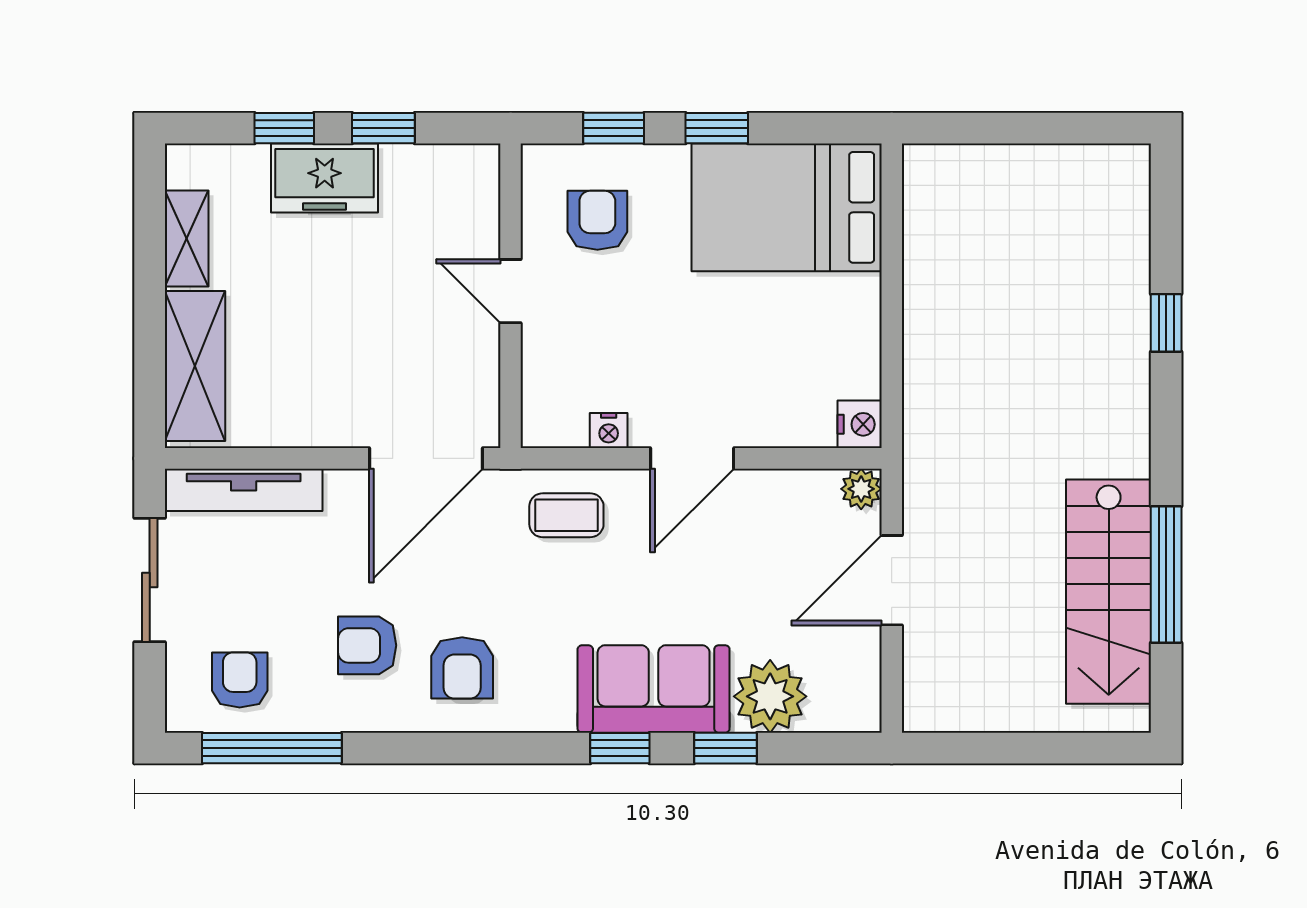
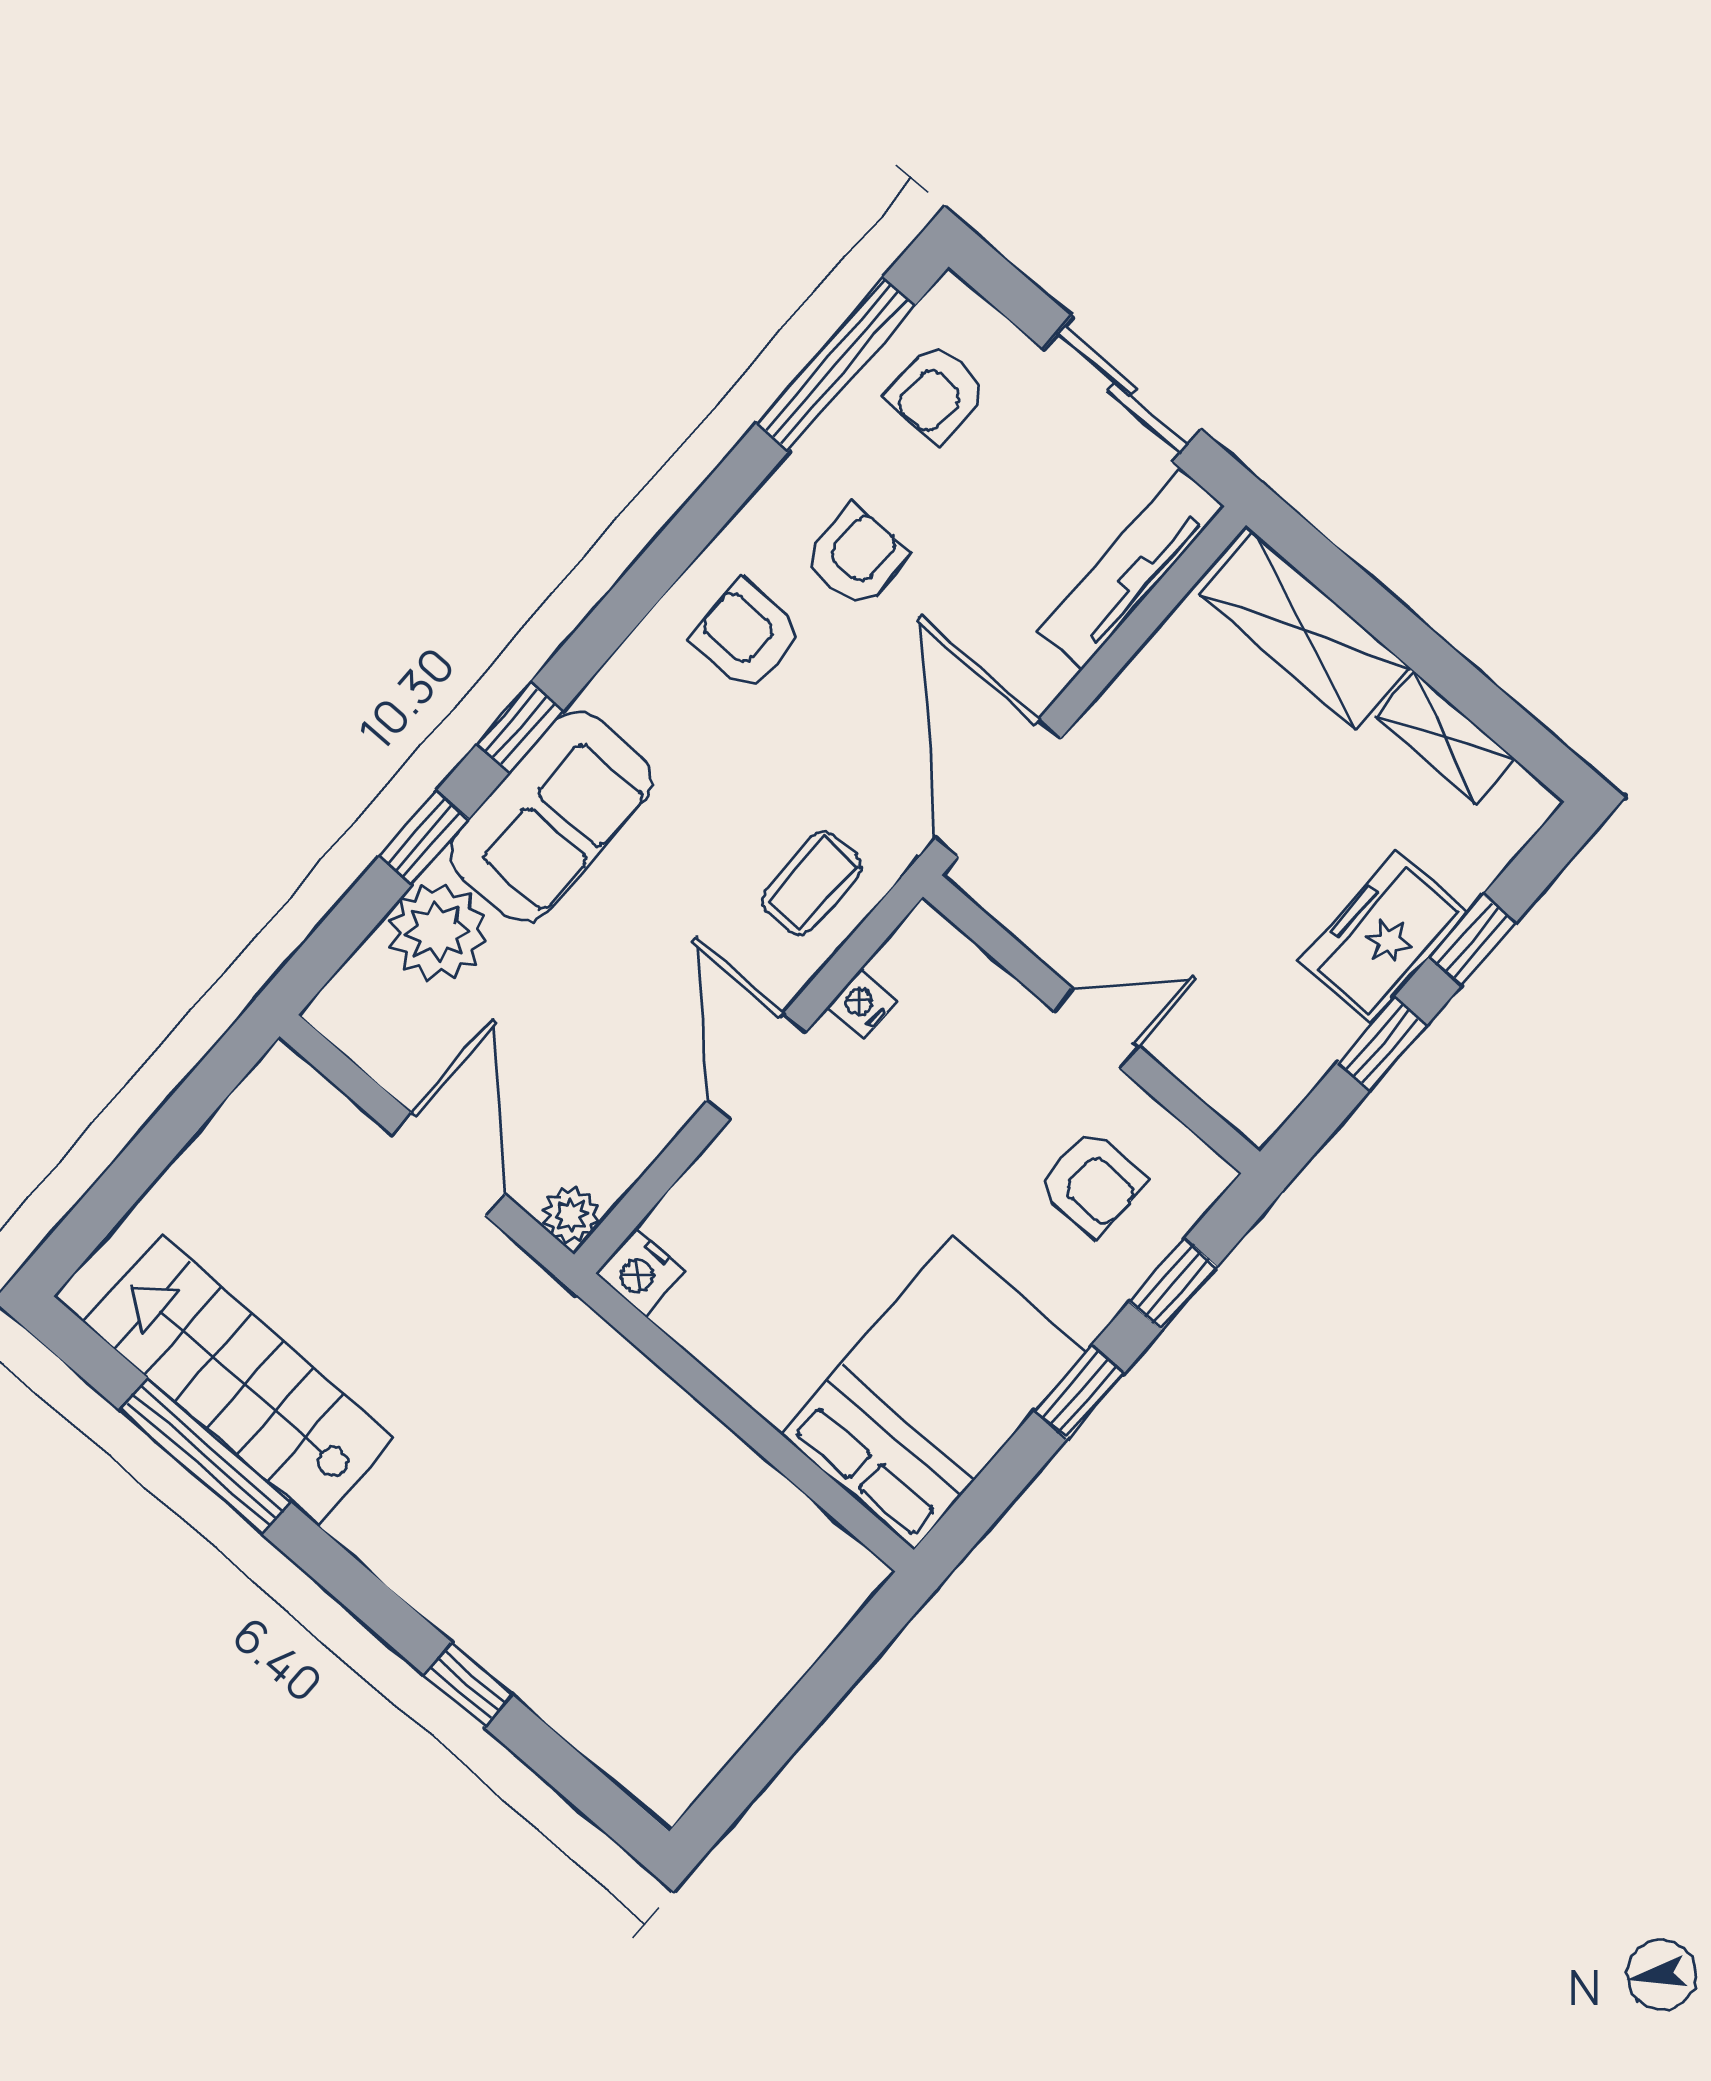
armchair: (240, 680) -> (936, 393), turned 90

